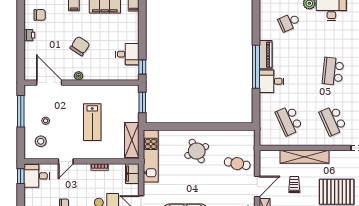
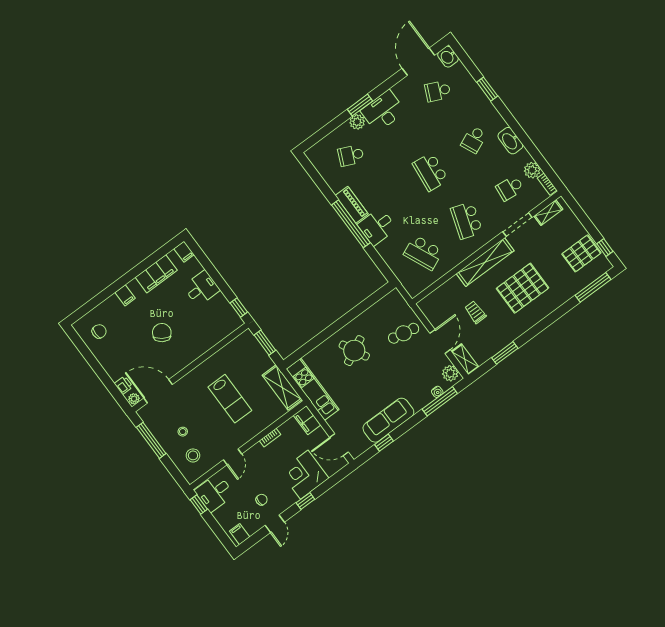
school desk: (289, 22) -> (351, 155), turned 48
printer: (29, 35) -> (123, 385), moved
desk: (127, 54) -> (202, 288), moved
plant: (79, 76) -> (134, 399), moved
school desk: (333, 120) -> (467, 220), turned 42
shelving: (304, 157) -> (485, 262), moved

